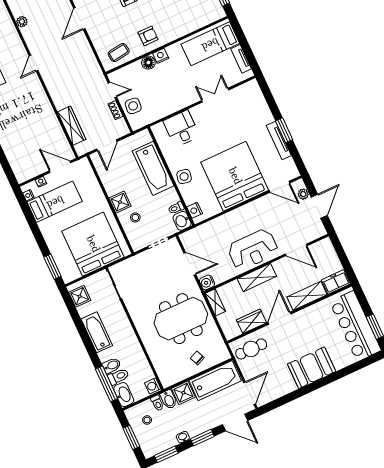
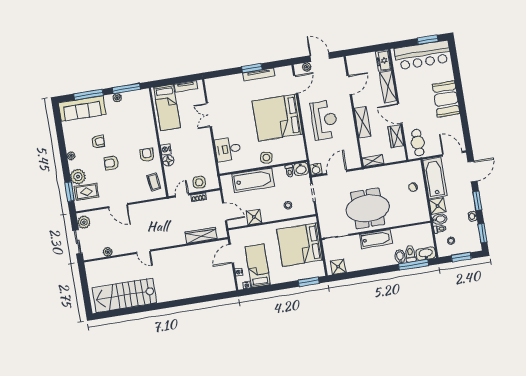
shower: (120, 202) -> (254, 217), moved
nightstand: (195, 210) -> (295, 157), removed
reception desk: (253, 250) -> (324, 120), moved
water cooler: (207, 282) -> (316, 169), moved
meeting table: (181, 319) -> (368, 208), moved, turned 90
bathtub: (97, 332) -> (376, 239), moved, turned 180
washing machine: (153, 386) -> (425, 229), removed

